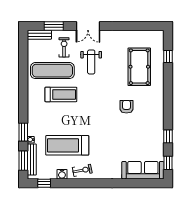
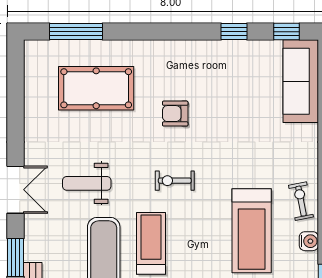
exercise bike: (64, 47) -> (175, 181), moved
window: (168, 57) -> (76, 32), width x2.17
weight bench: (91, 62) -> (87, 183), turned 180

